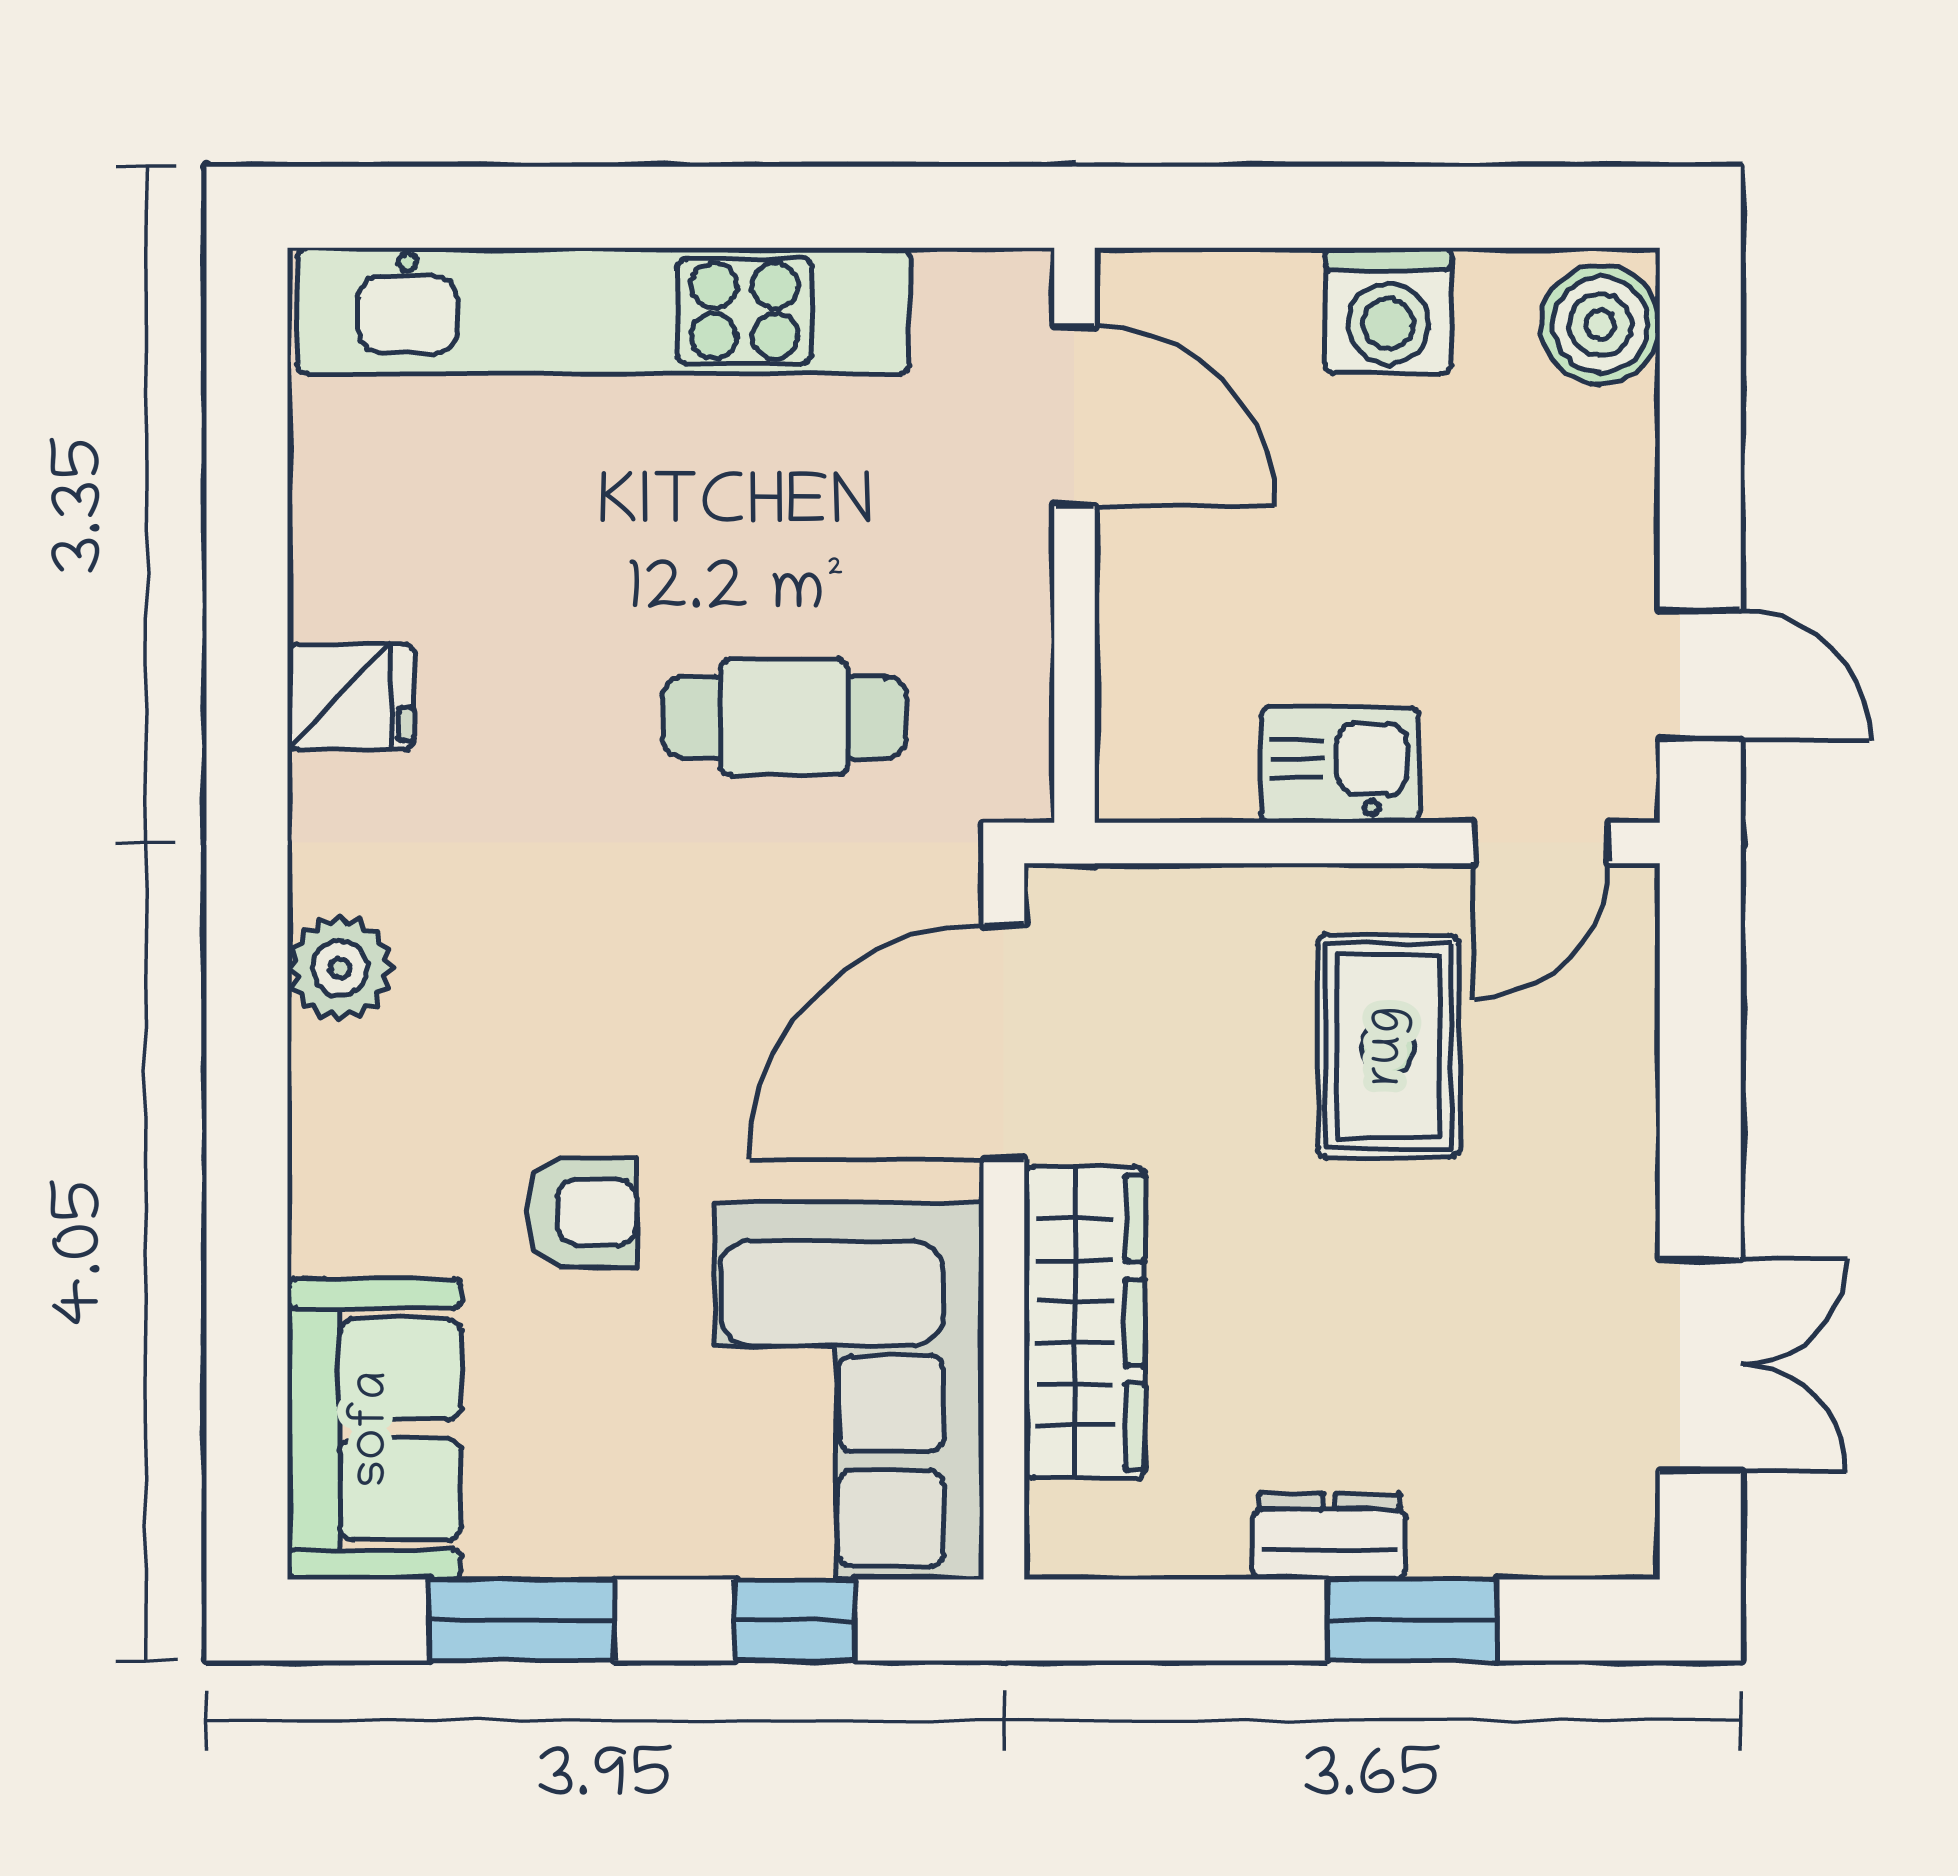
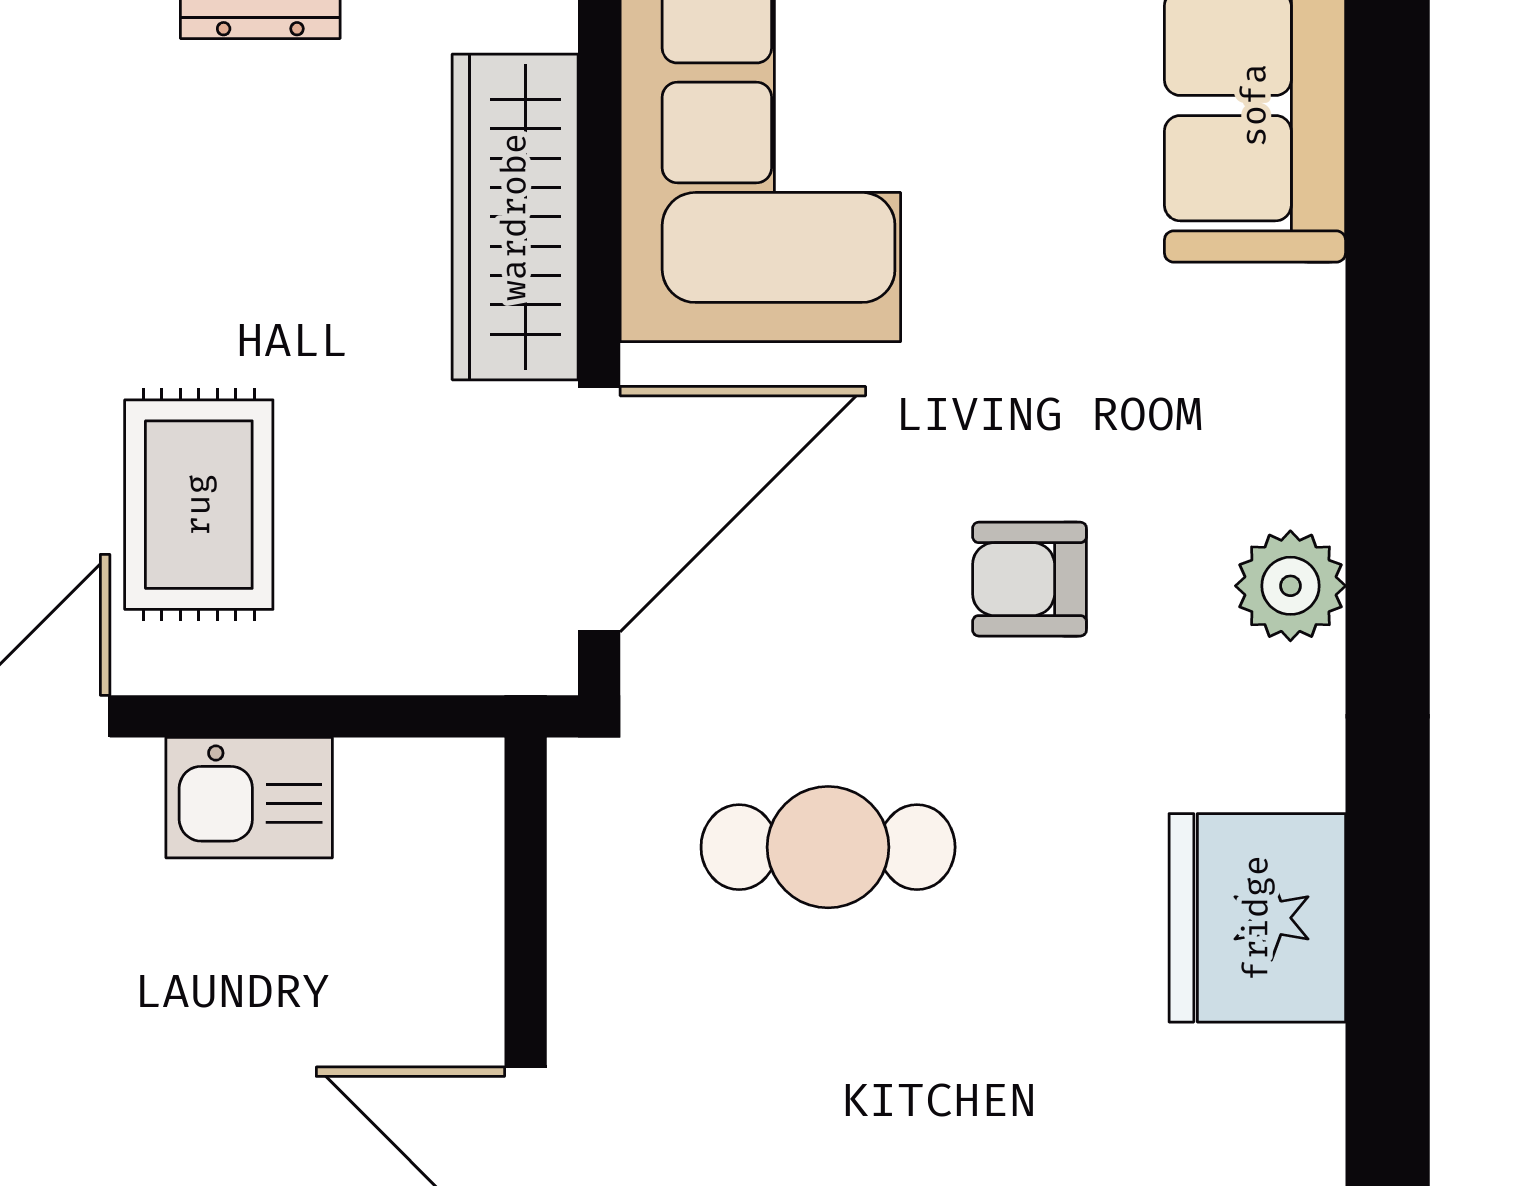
fridge: (351, 696) -> (1257, 918), width x1.88, depth x1.34
armchair: (582, 1212) -> (1030, 579), moved

